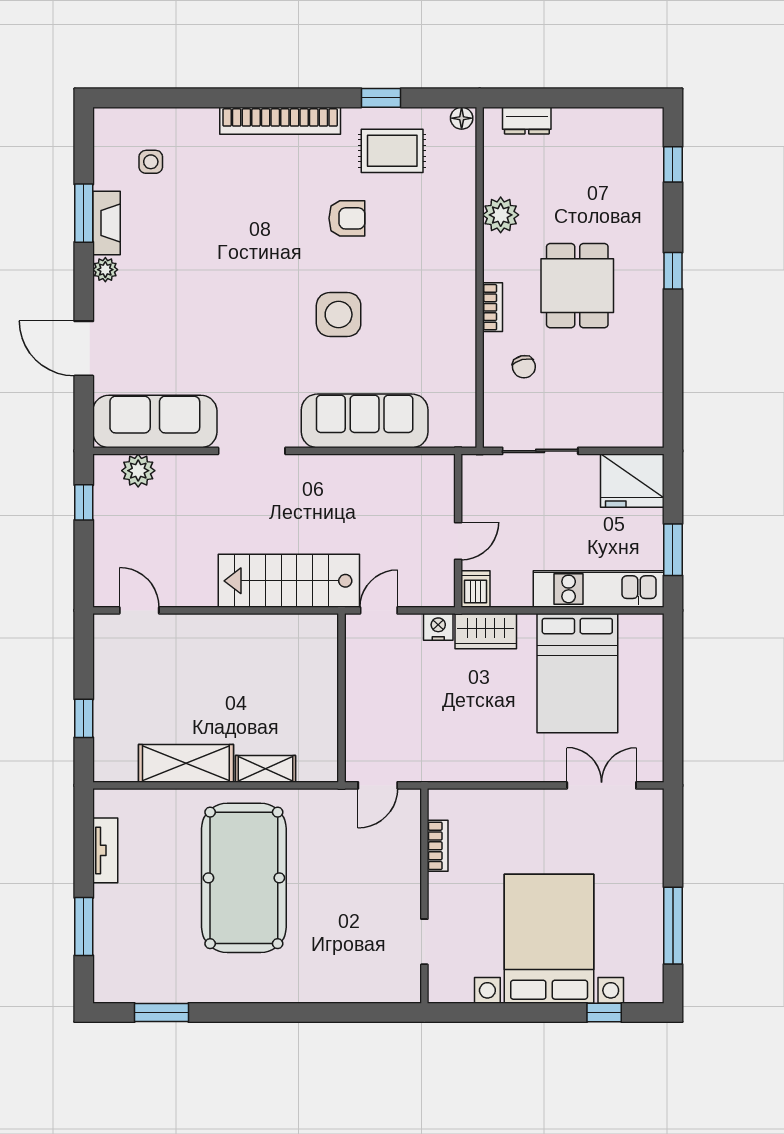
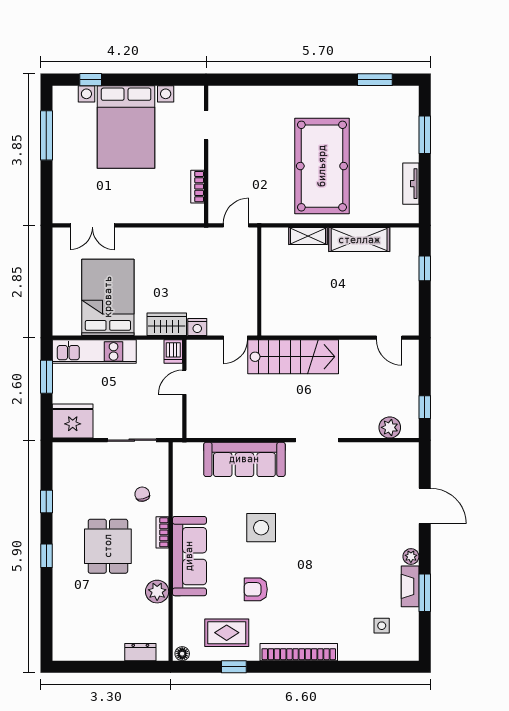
window: (673, 164) -> (46, 502), moved
sofa: (155, 421) -> (189, 556), moved, turned -90

